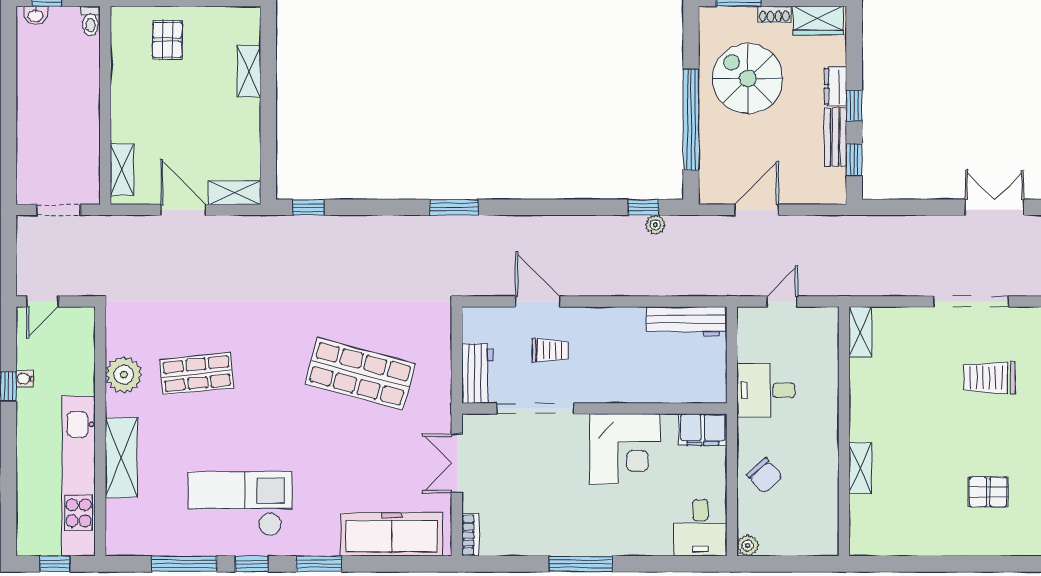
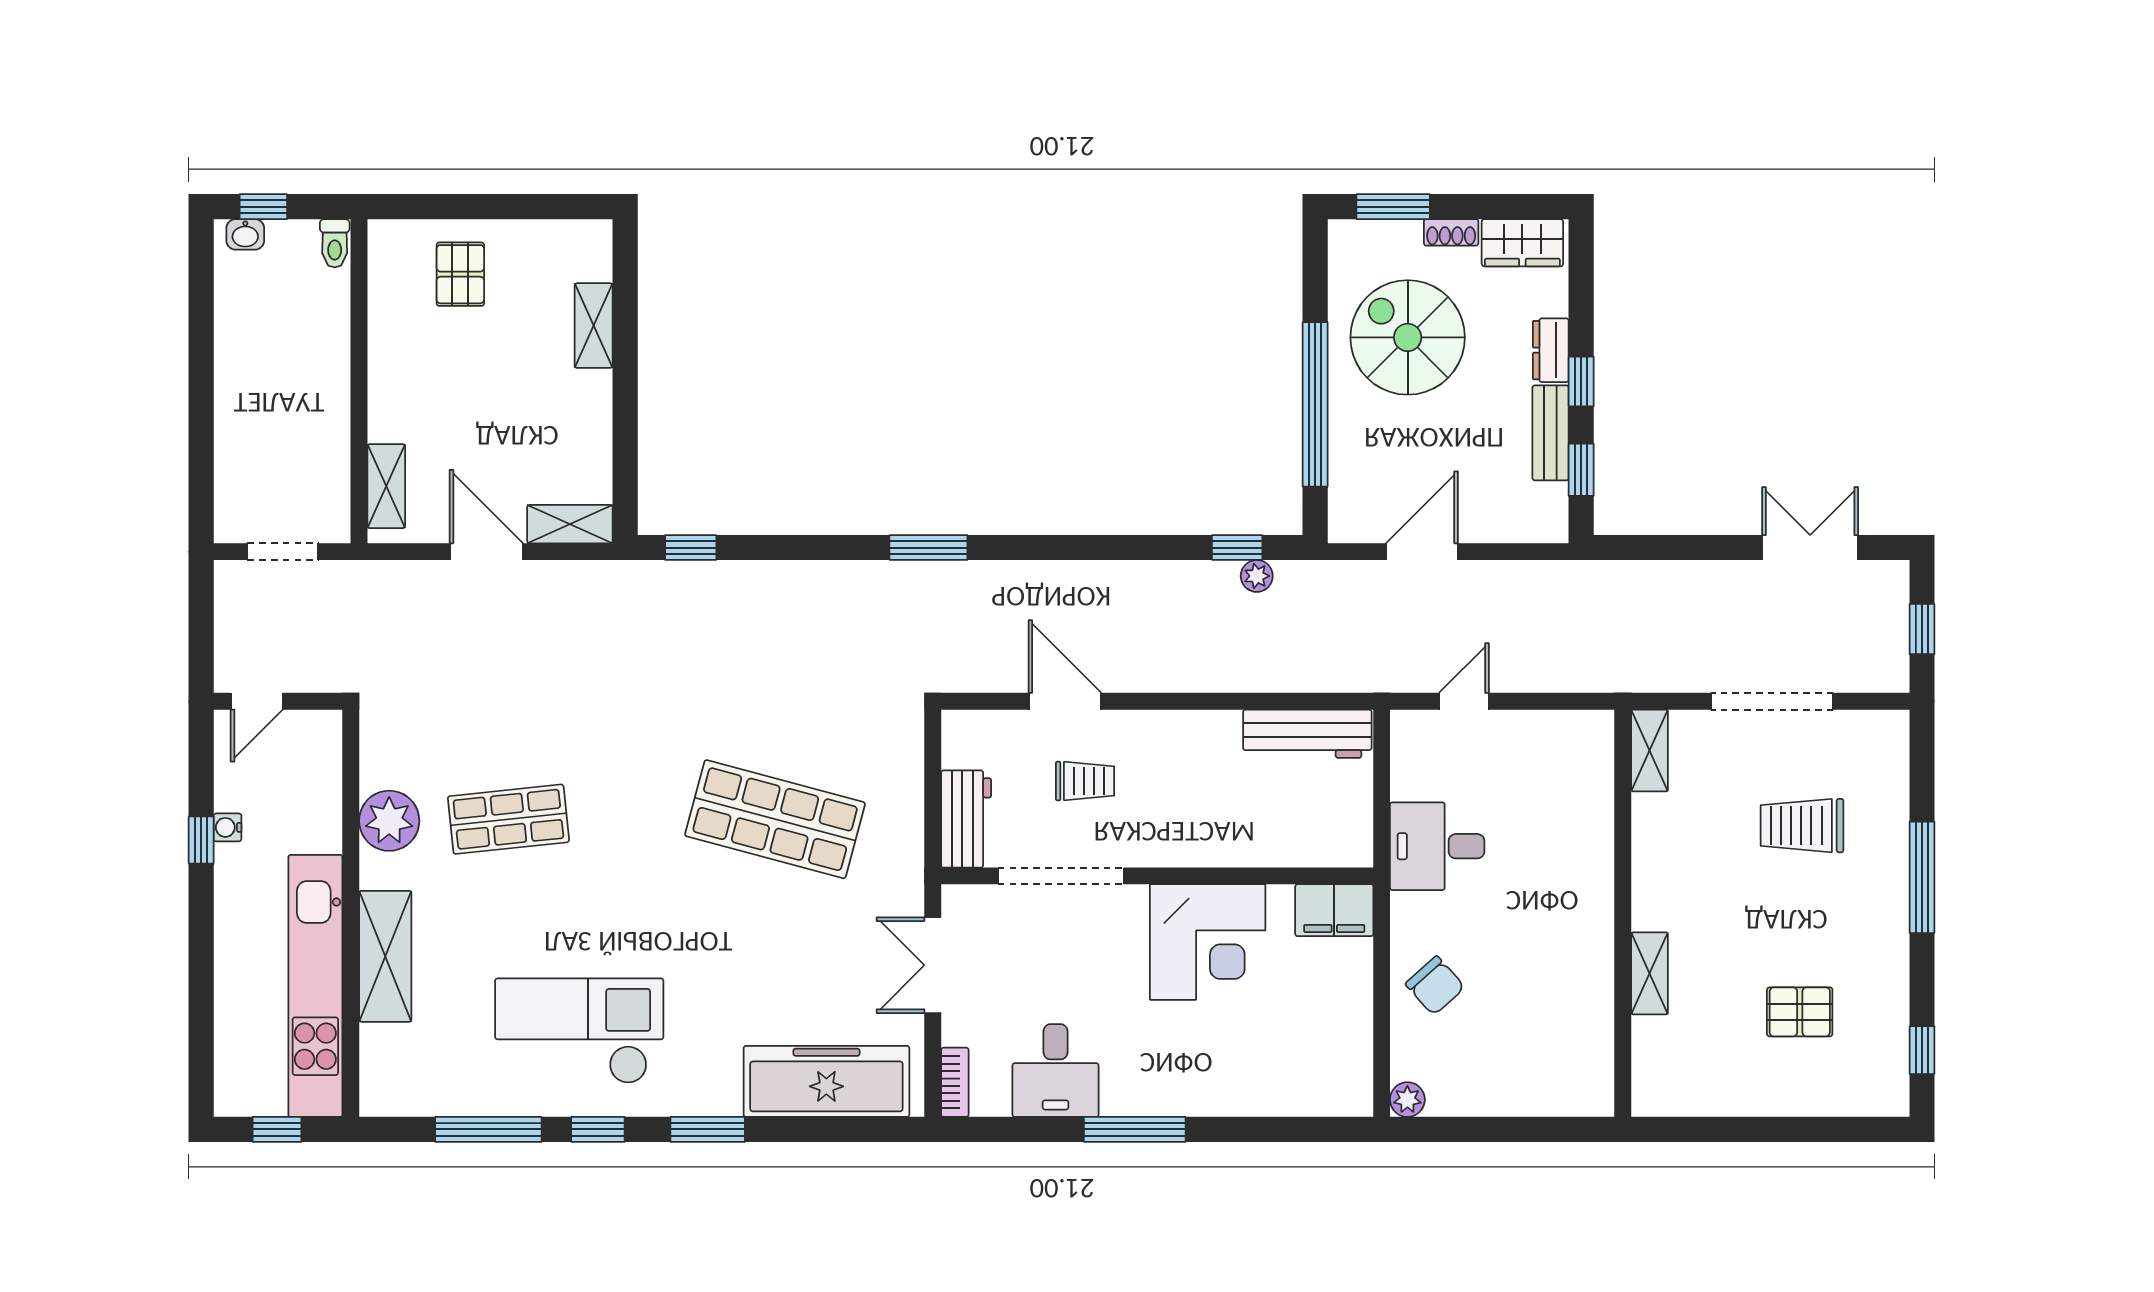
shelving: (860, 332) -> (1649, 751), moved
wall: (844, 431) -> (1623, 913), moved
shelving: (860, 468) -> (1650, 973), moved
desk: (700, 528) -> (1056, 1071), moved

